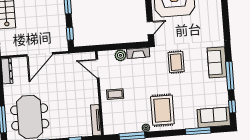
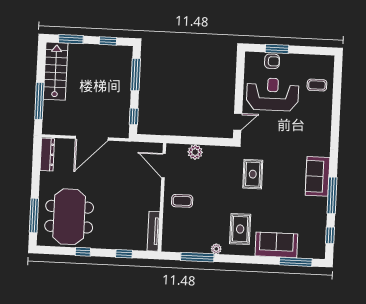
fireplace: (138, 53) -> (218, 152), removed
rug: (176, 62) -> (253, 174), moved
rug: (162, 110) -> (240, 229), width x0.73, depth x0.70
sofa: (214, 117) -> (276, 245), moved
window: (198, 131) -> (296, 262), moved

